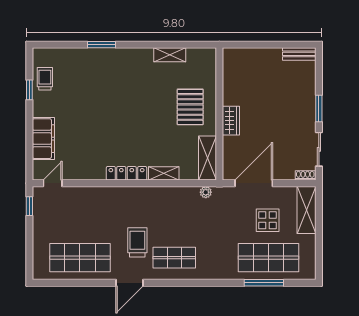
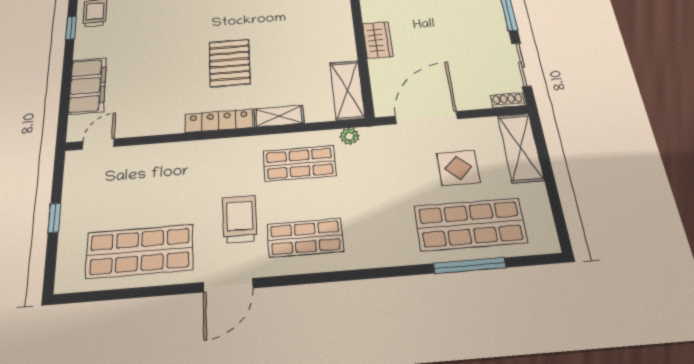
pallet: (190, 107) -> (230, 63), moved
window: (29, 206) -> (54, 218), moved
shop shelf: (174, 208) -> (300, 163), added

